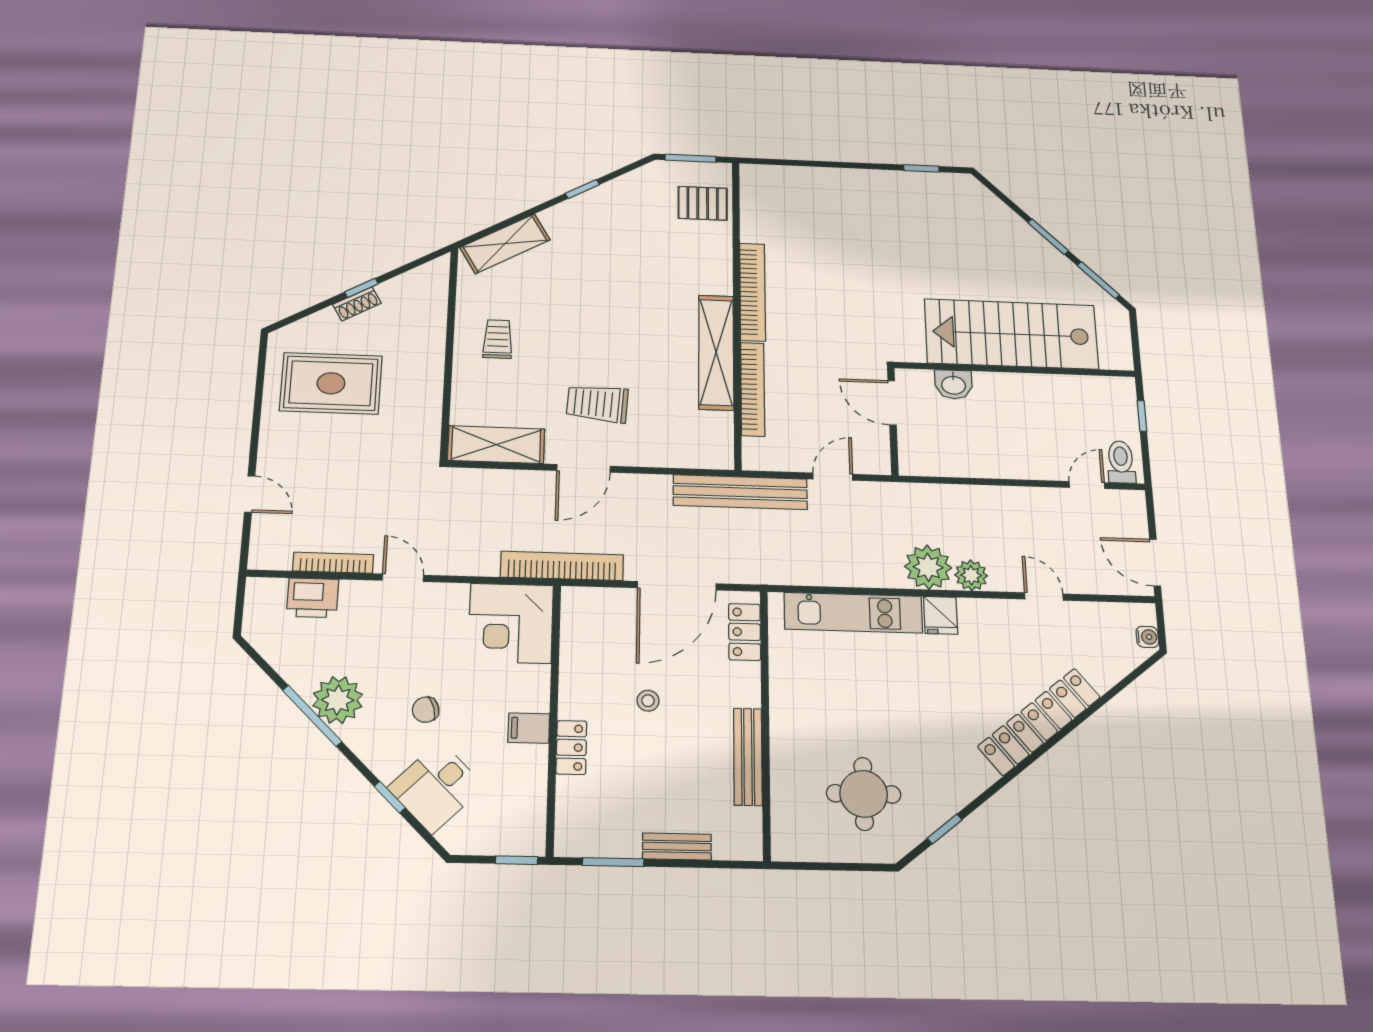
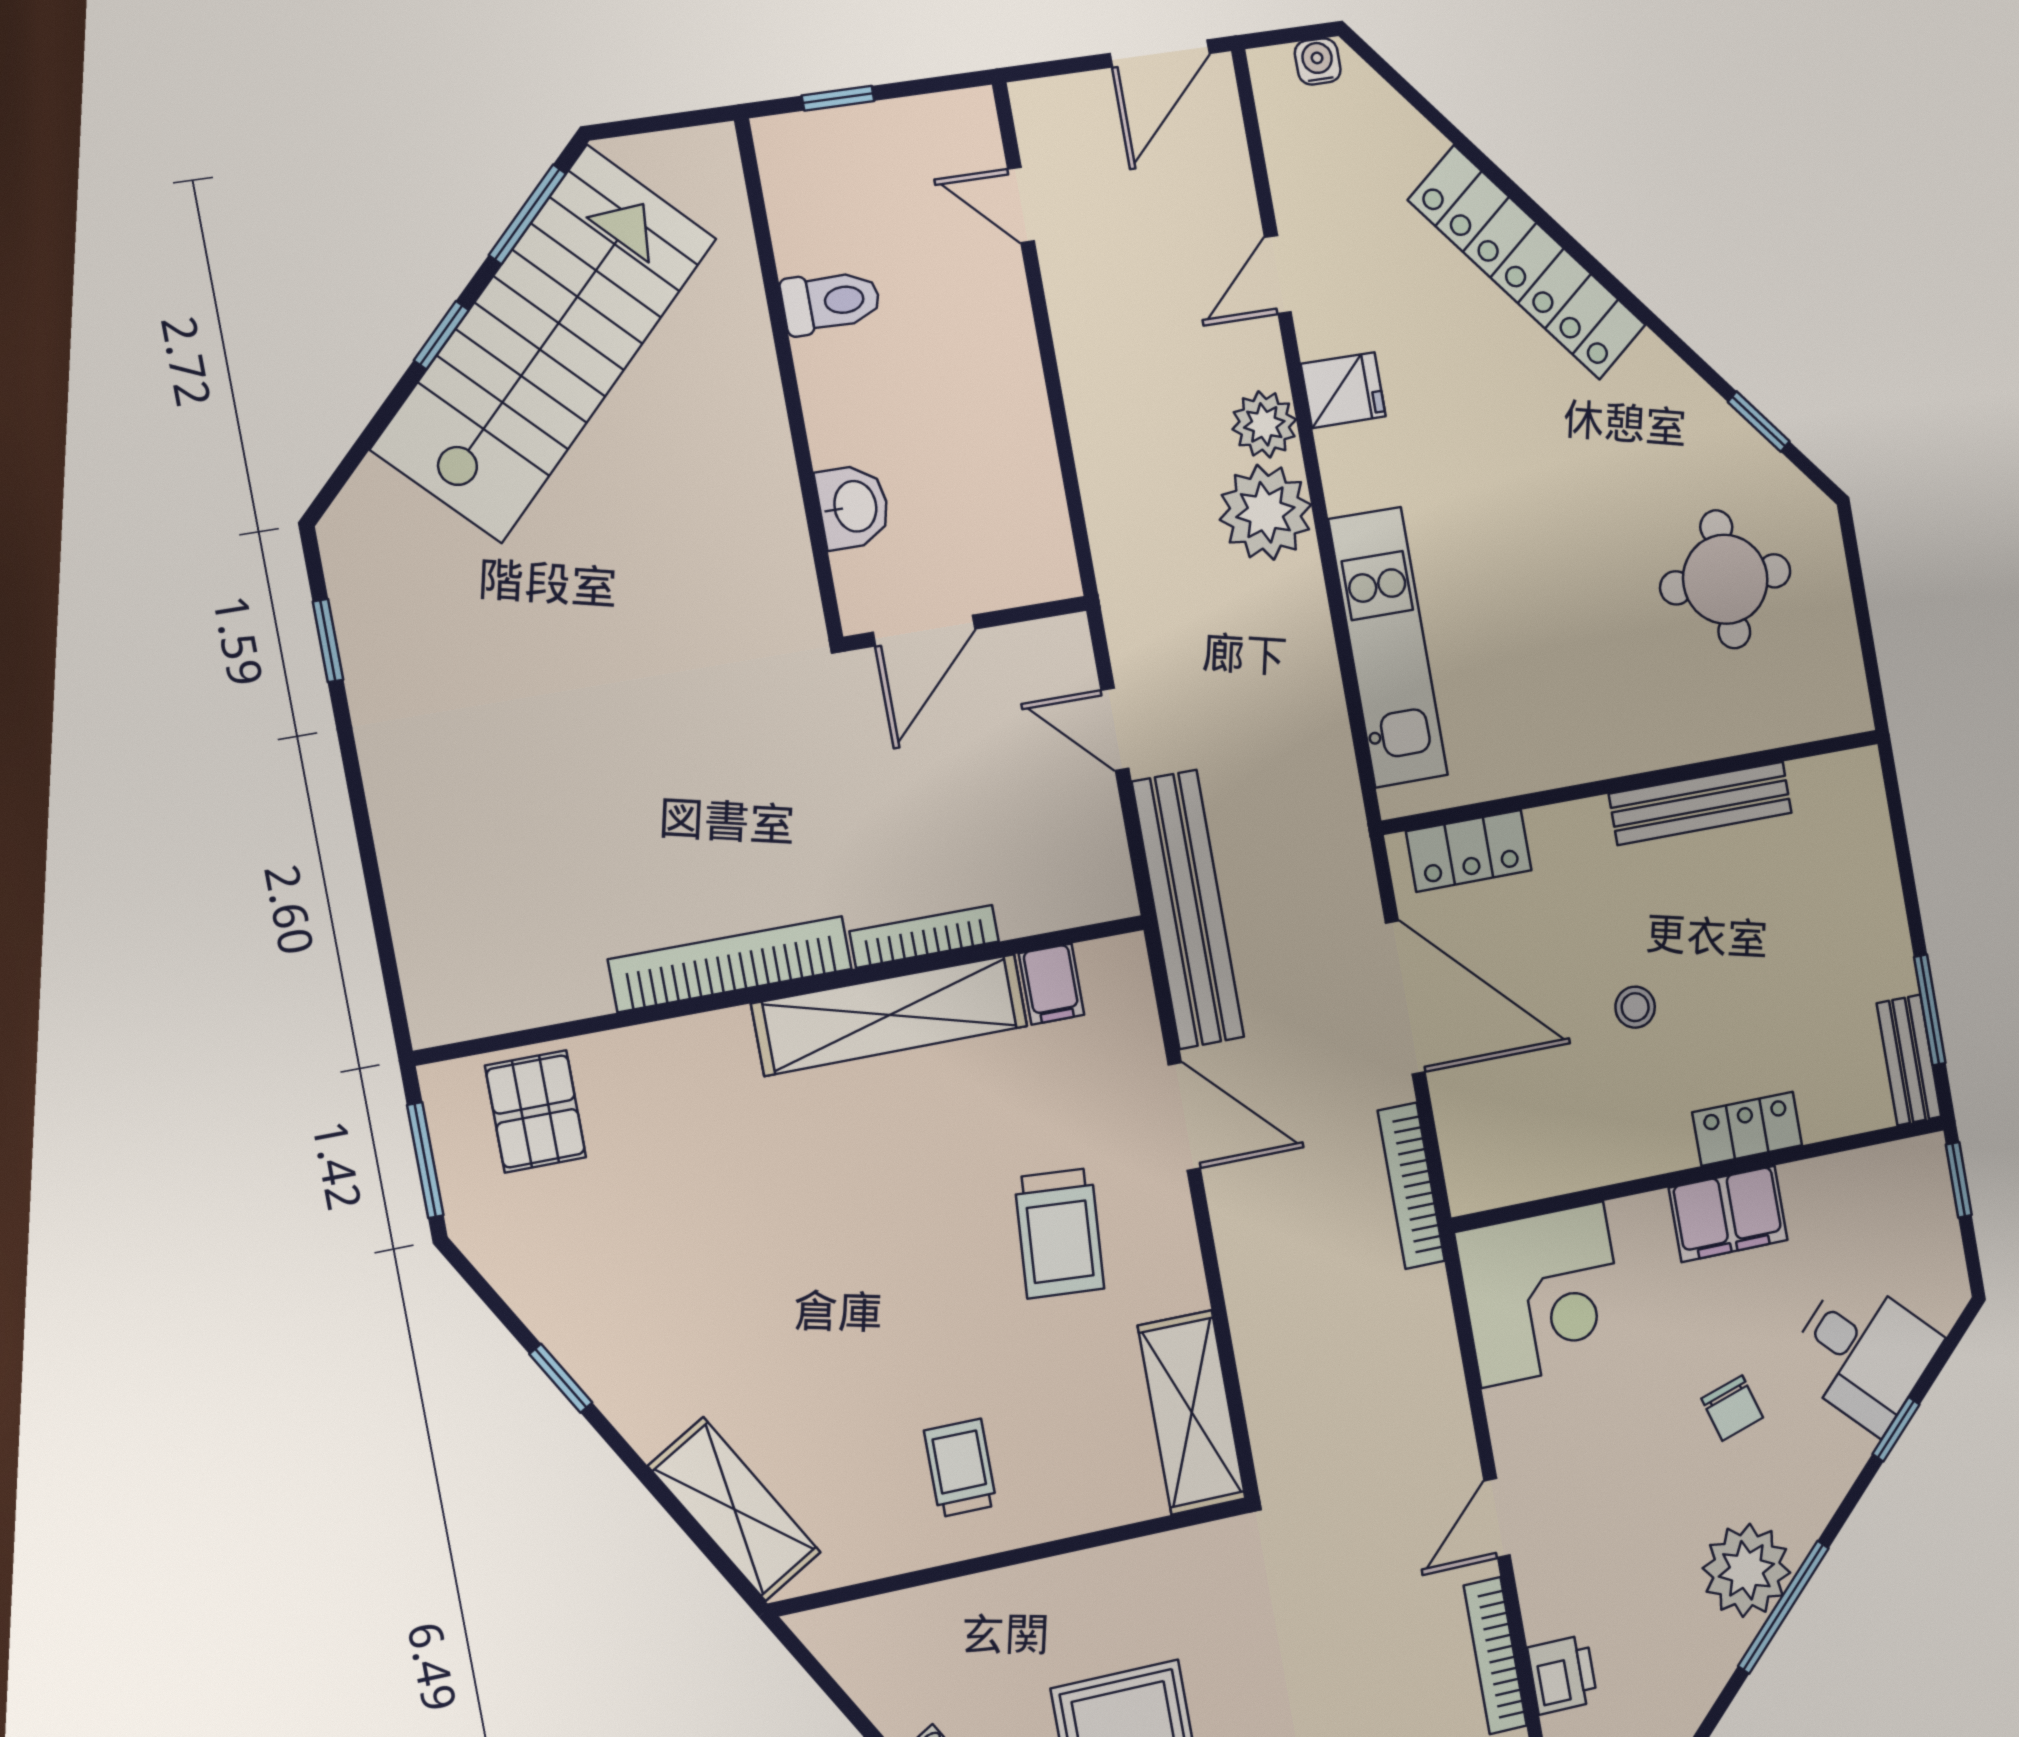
window: (1048, 237) -> (441, 335), width x0.67
stairs: (1011, 334) -> (544, 343), moved, turned -135
trolley: (498, 339) -> (960, 1468), turned 90
bookcase: (753, 389) -> (924, 936), width x0.68, depth x0.76
filing cabinet: (716, 424) -> (1052, 984), added
toilet: (1121, 462) -> (831, 302), moved, turned 180
door: (583, 468) -> (1184, 1116), moved
bookcase: (562, 566) -> (1411, 1186), width x0.68, depth x0.76
printer: (313, 598) -> (1562, 1674), width x0.73, depth x0.81
fridge: (941, 615) -> (1343, 390), moved
filing cabinet: (529, 728) -> (1728, 1214), width x2.00
bench: (677, 847) -> (1909, 1060), moved

